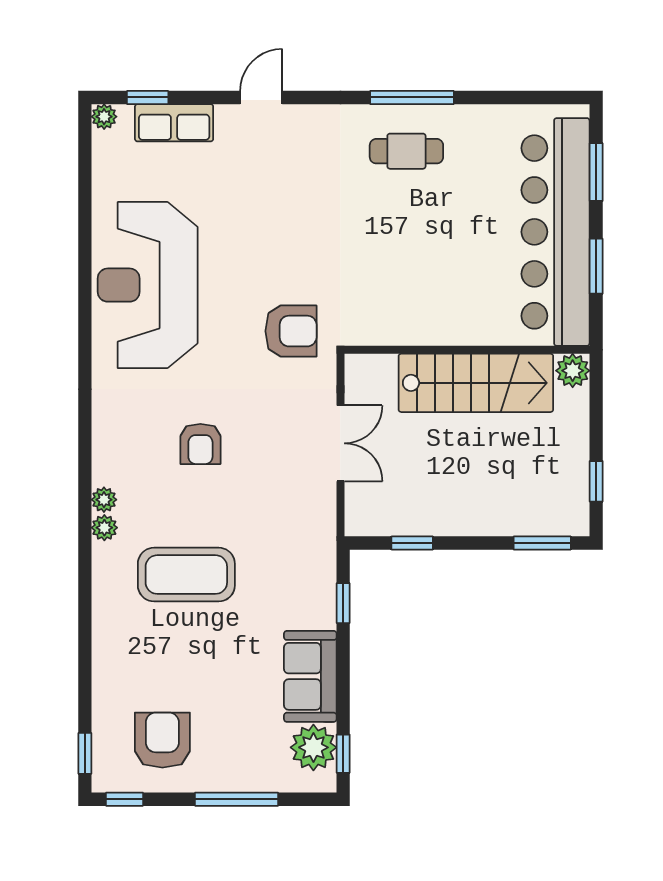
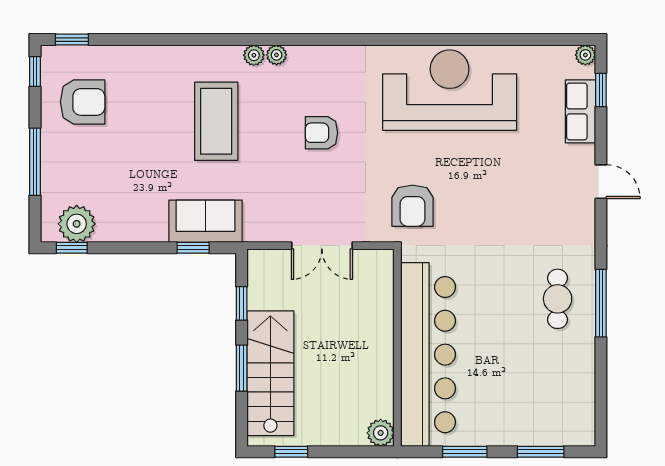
bar counter: (555, 232) -> (428, 355), moved, turned 90
stairs: (476, 383) -> (270, 373), moved, turned 180
window: (542, 543) -> (242, 368), moved
sofa: (310, 676) -> (205, 221), moved

